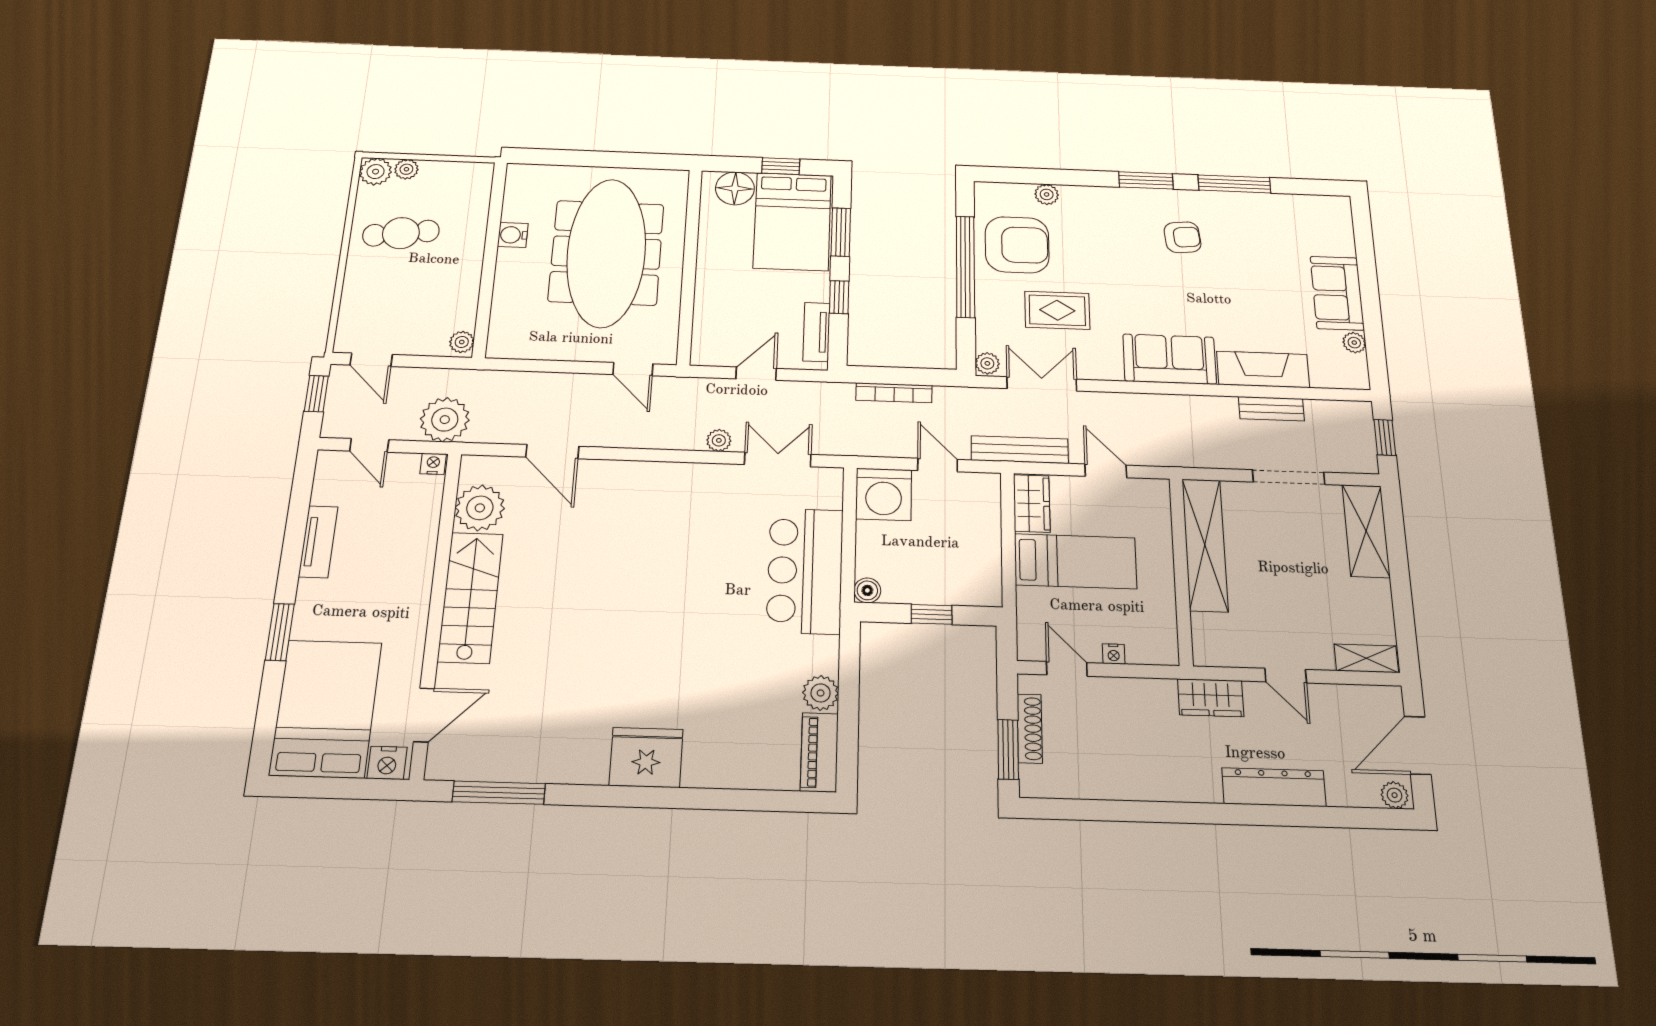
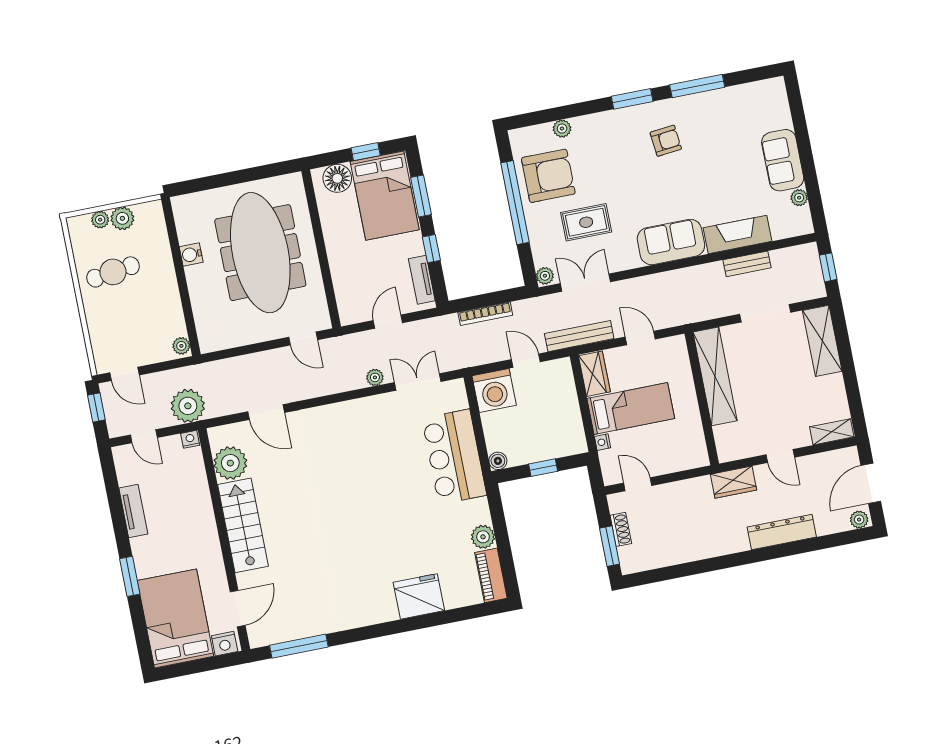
plant: (376, 172) -> (122, 218), moved
nightstand: (1114, 654) -> (603, 442), moved, turned 90
shoe rack: (1030, 729) -> (621, 529), width x0.70
fridge: (646, 757) -> (419, 596), moved

